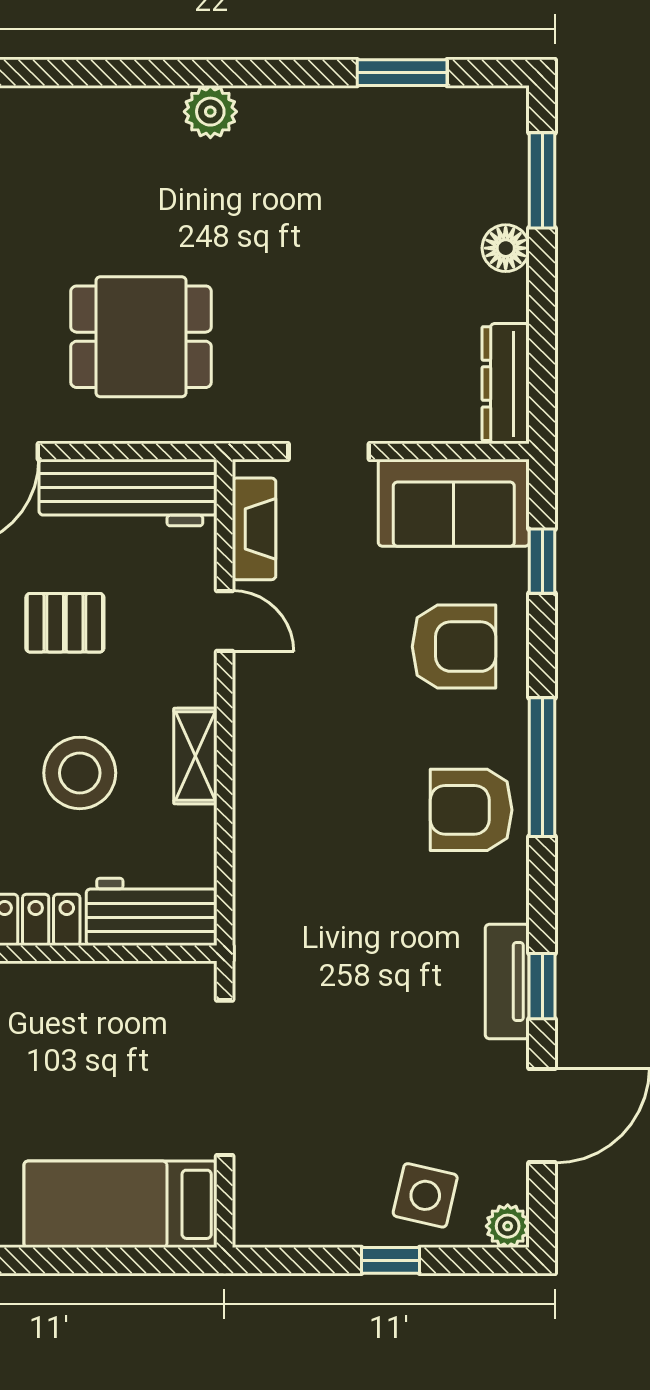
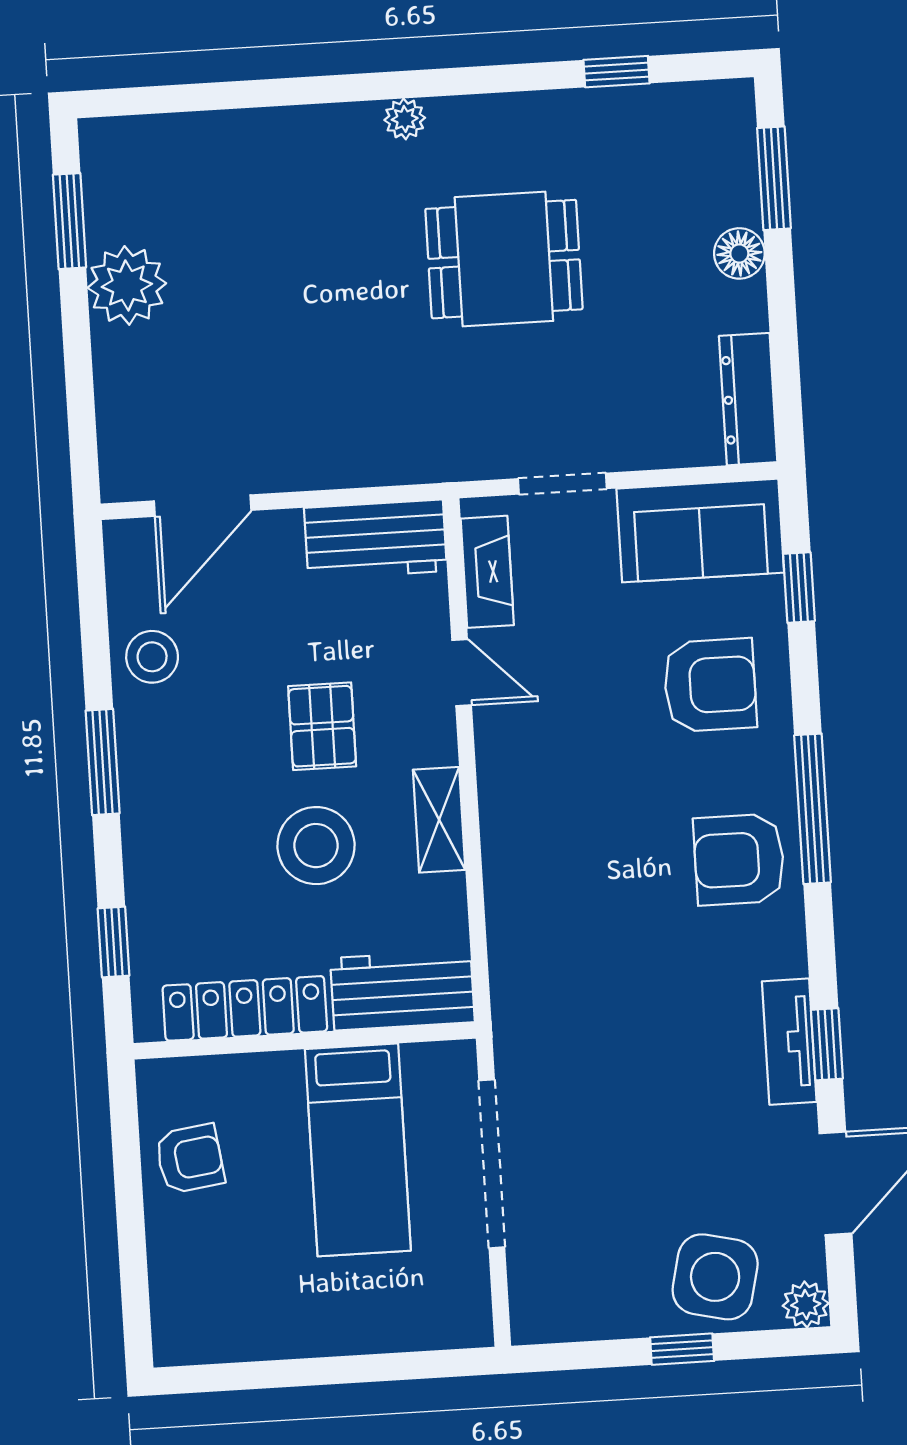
window: (402, 73) -> (617, 72), width x0.67
plant: (210, 112) -> (405, 119), width x0.73, depth x0.73
dining table: (141, 337) -> (504, 259), moved
workbench: (128, 493) -> (376, 539), width x0.73
pallet: (65, 623) -> (322, 726), moved, turned 90
side table: (425, 1195) -> (715, 1277), width x1.37, depth x1.37
bed: (120, 1204) -> (358, 1150), moved, turned -90

